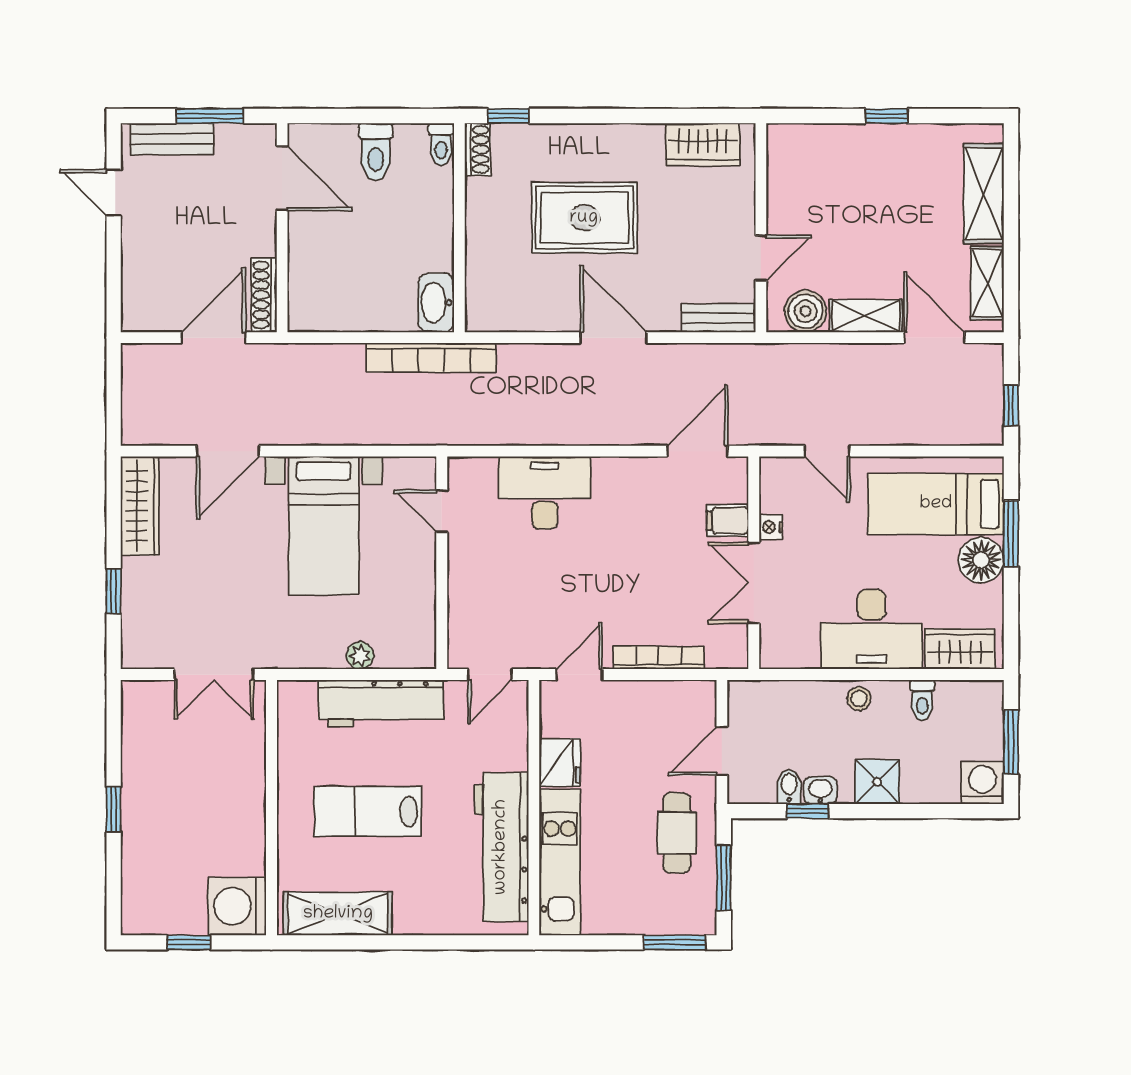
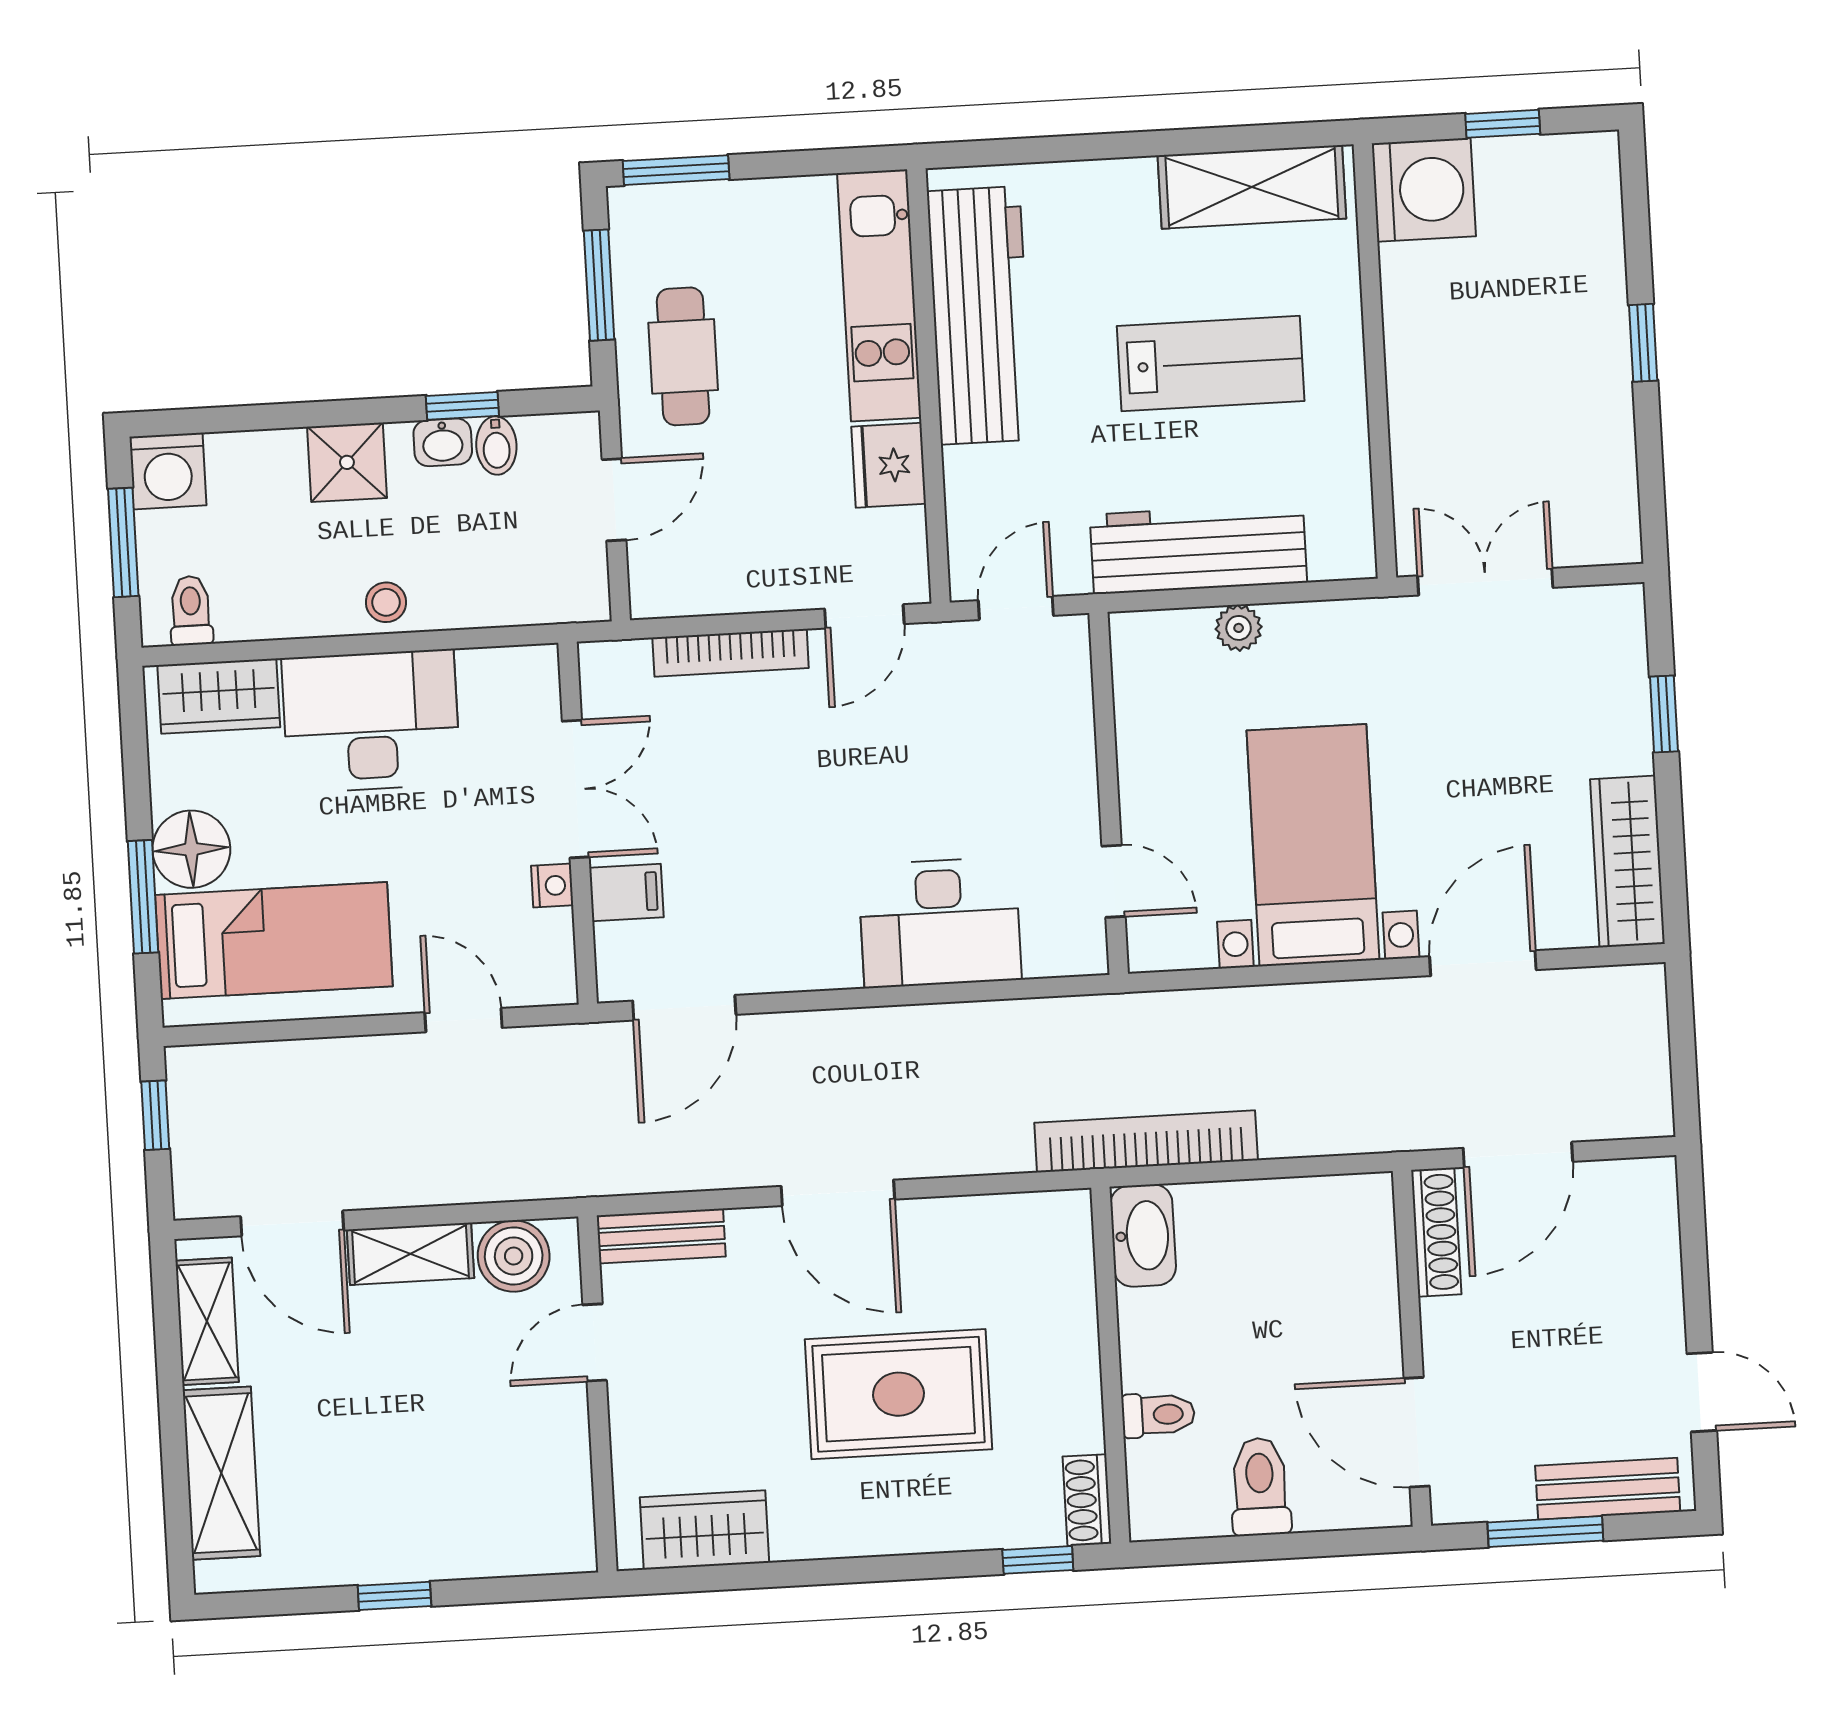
toilet: (441, 144) -> (1158, 1415), moved, turned 90
toilet: (922, 700) -> (191, 611), moved

